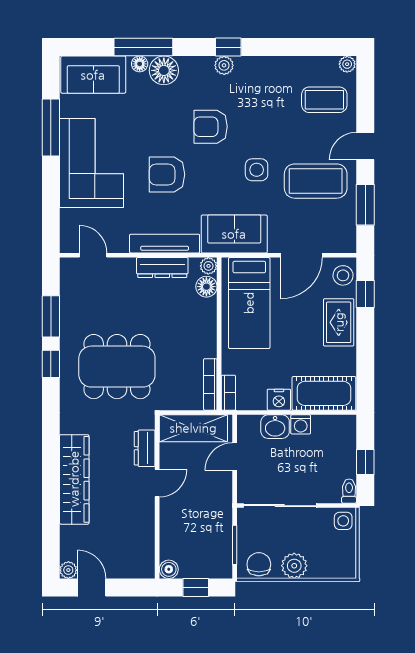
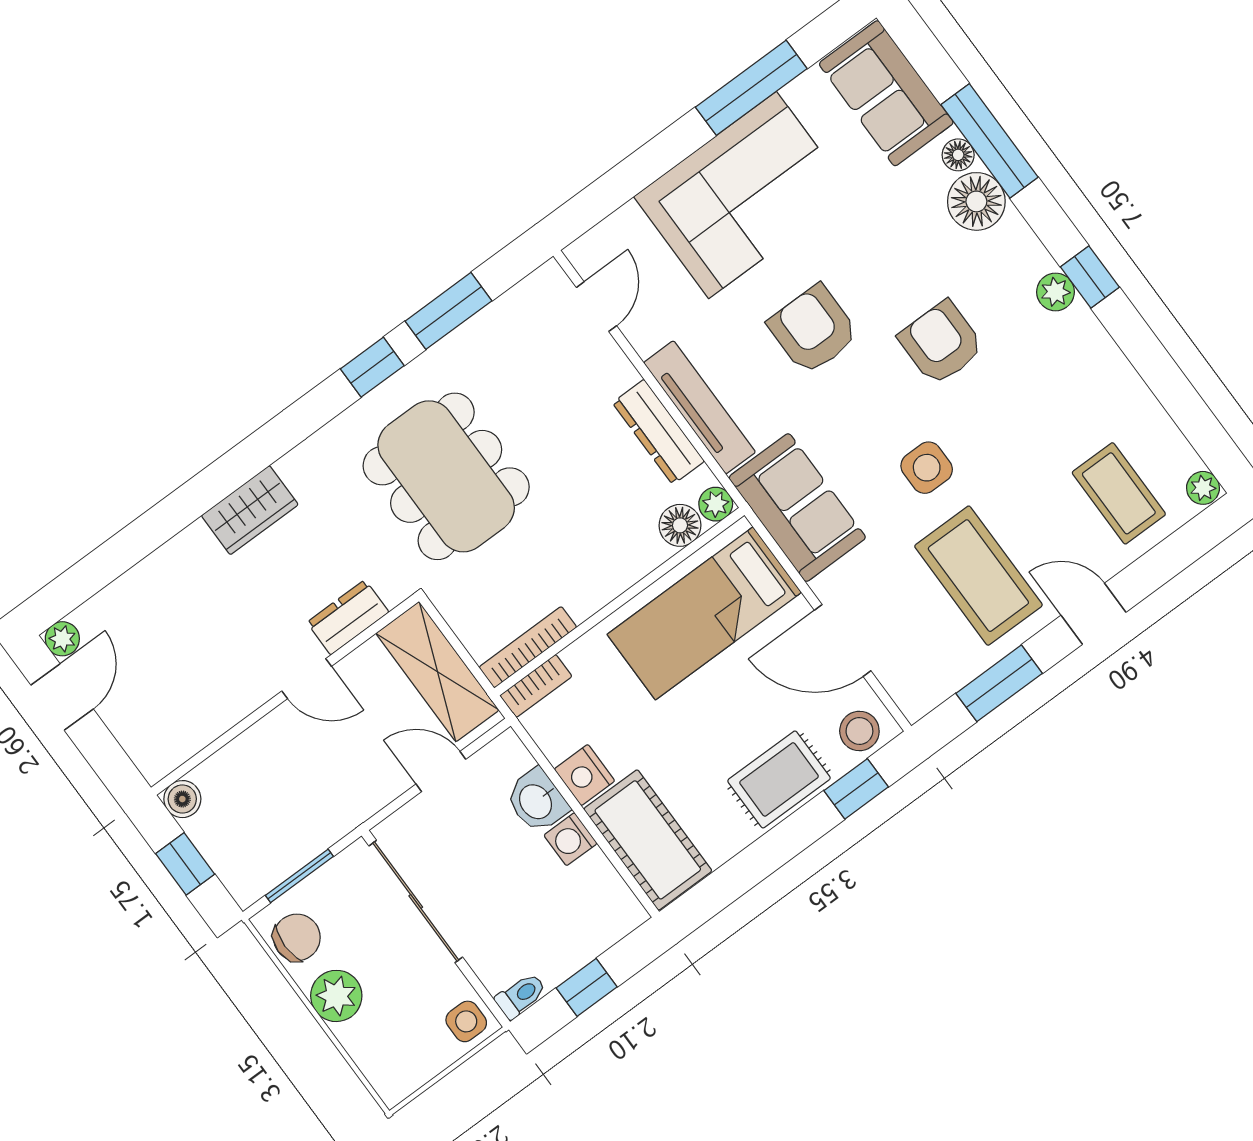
wardrobe: (74, 479) -> (250, 510), width x0.48, depth x0.85

